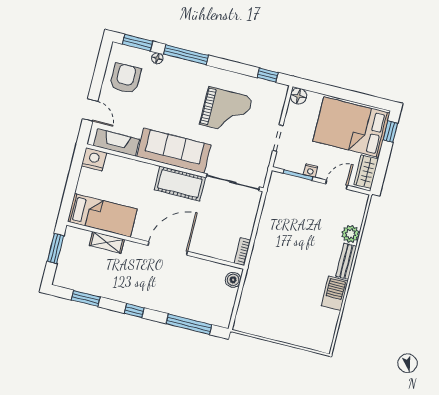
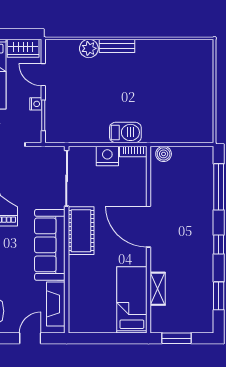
nightstand: (94, 159) -> (107, 156), moved, turned 90
barbecue: (335, 293) -> (125, 132), moved, turned 180

